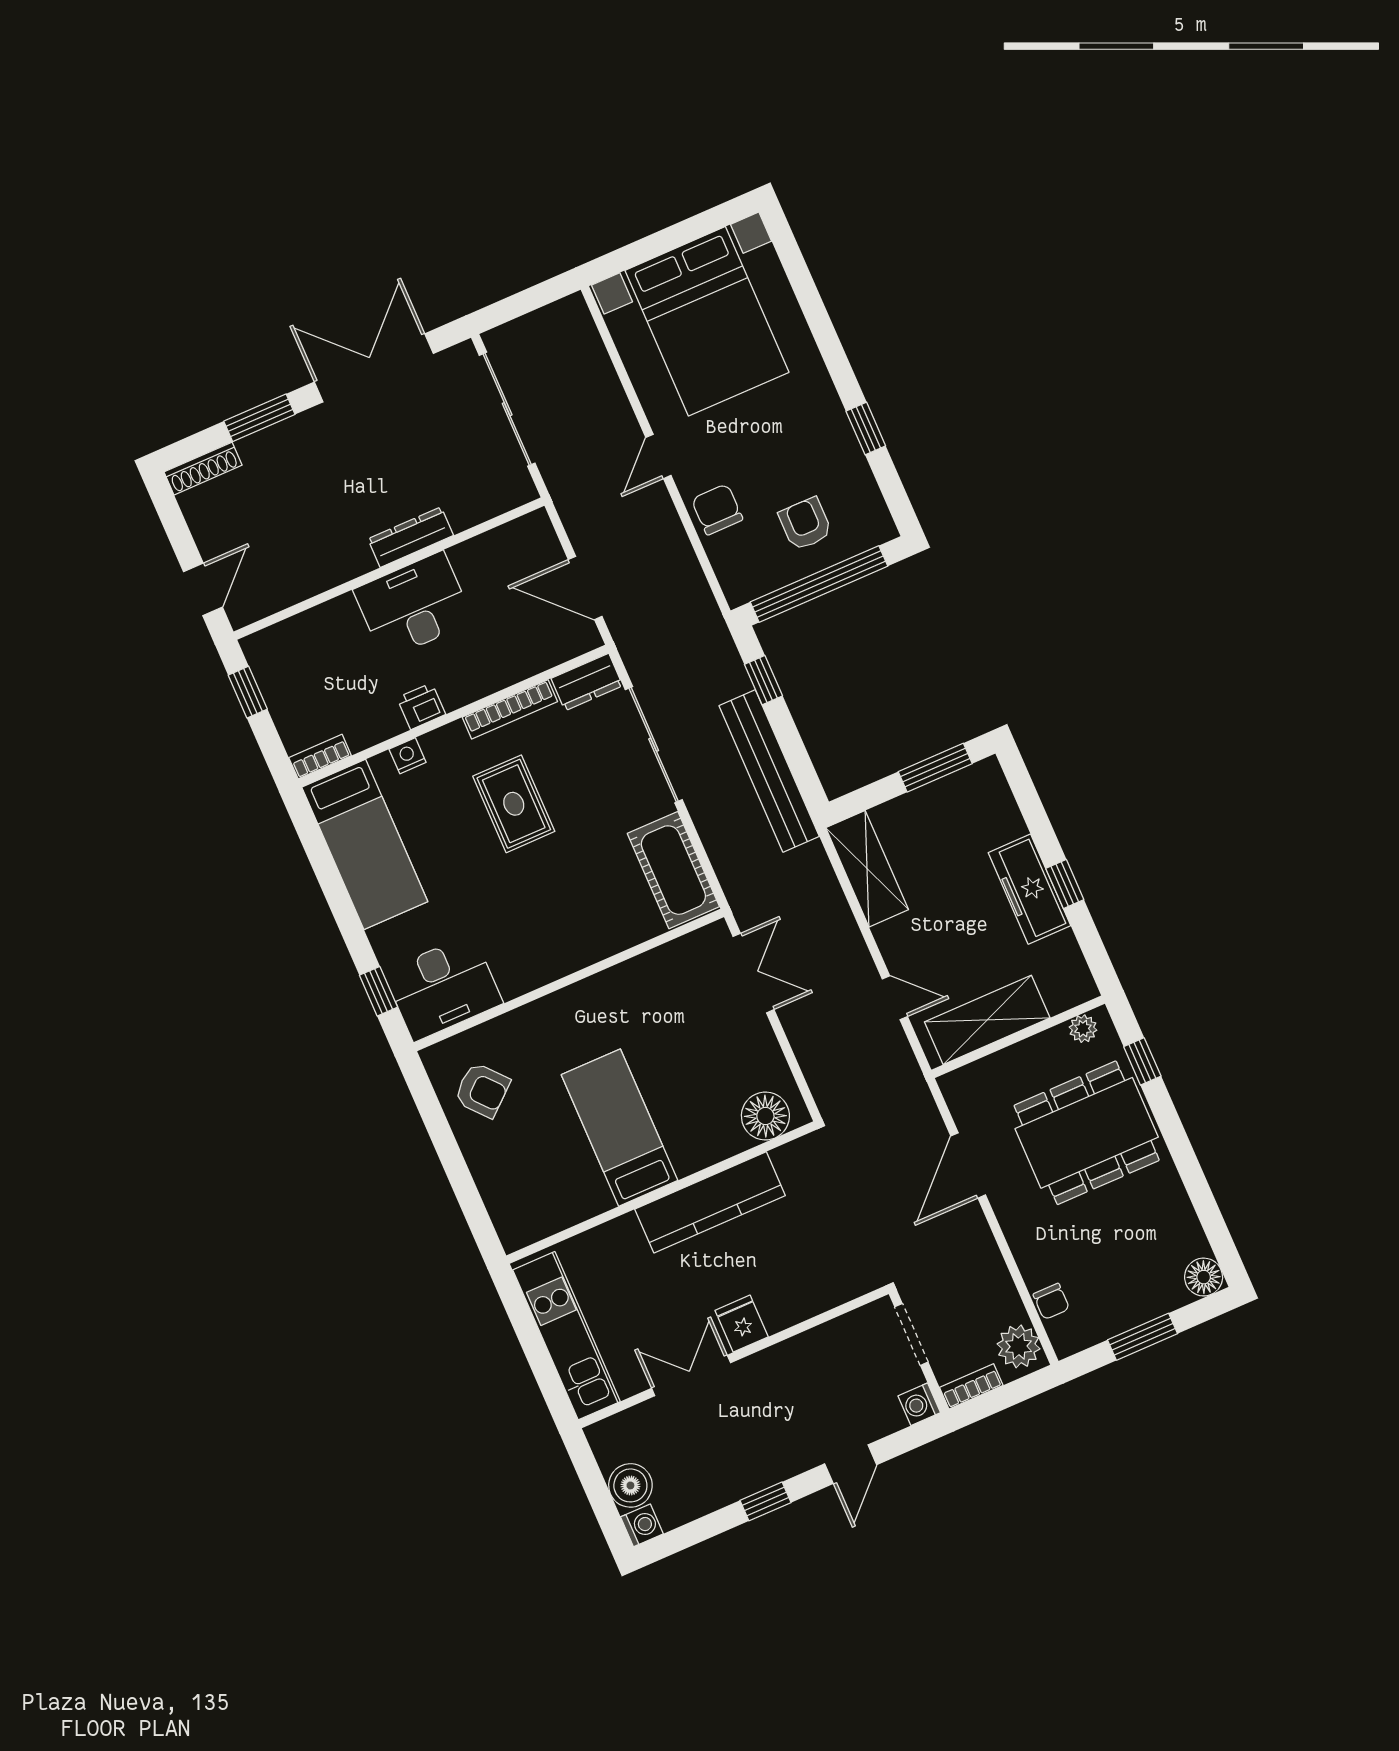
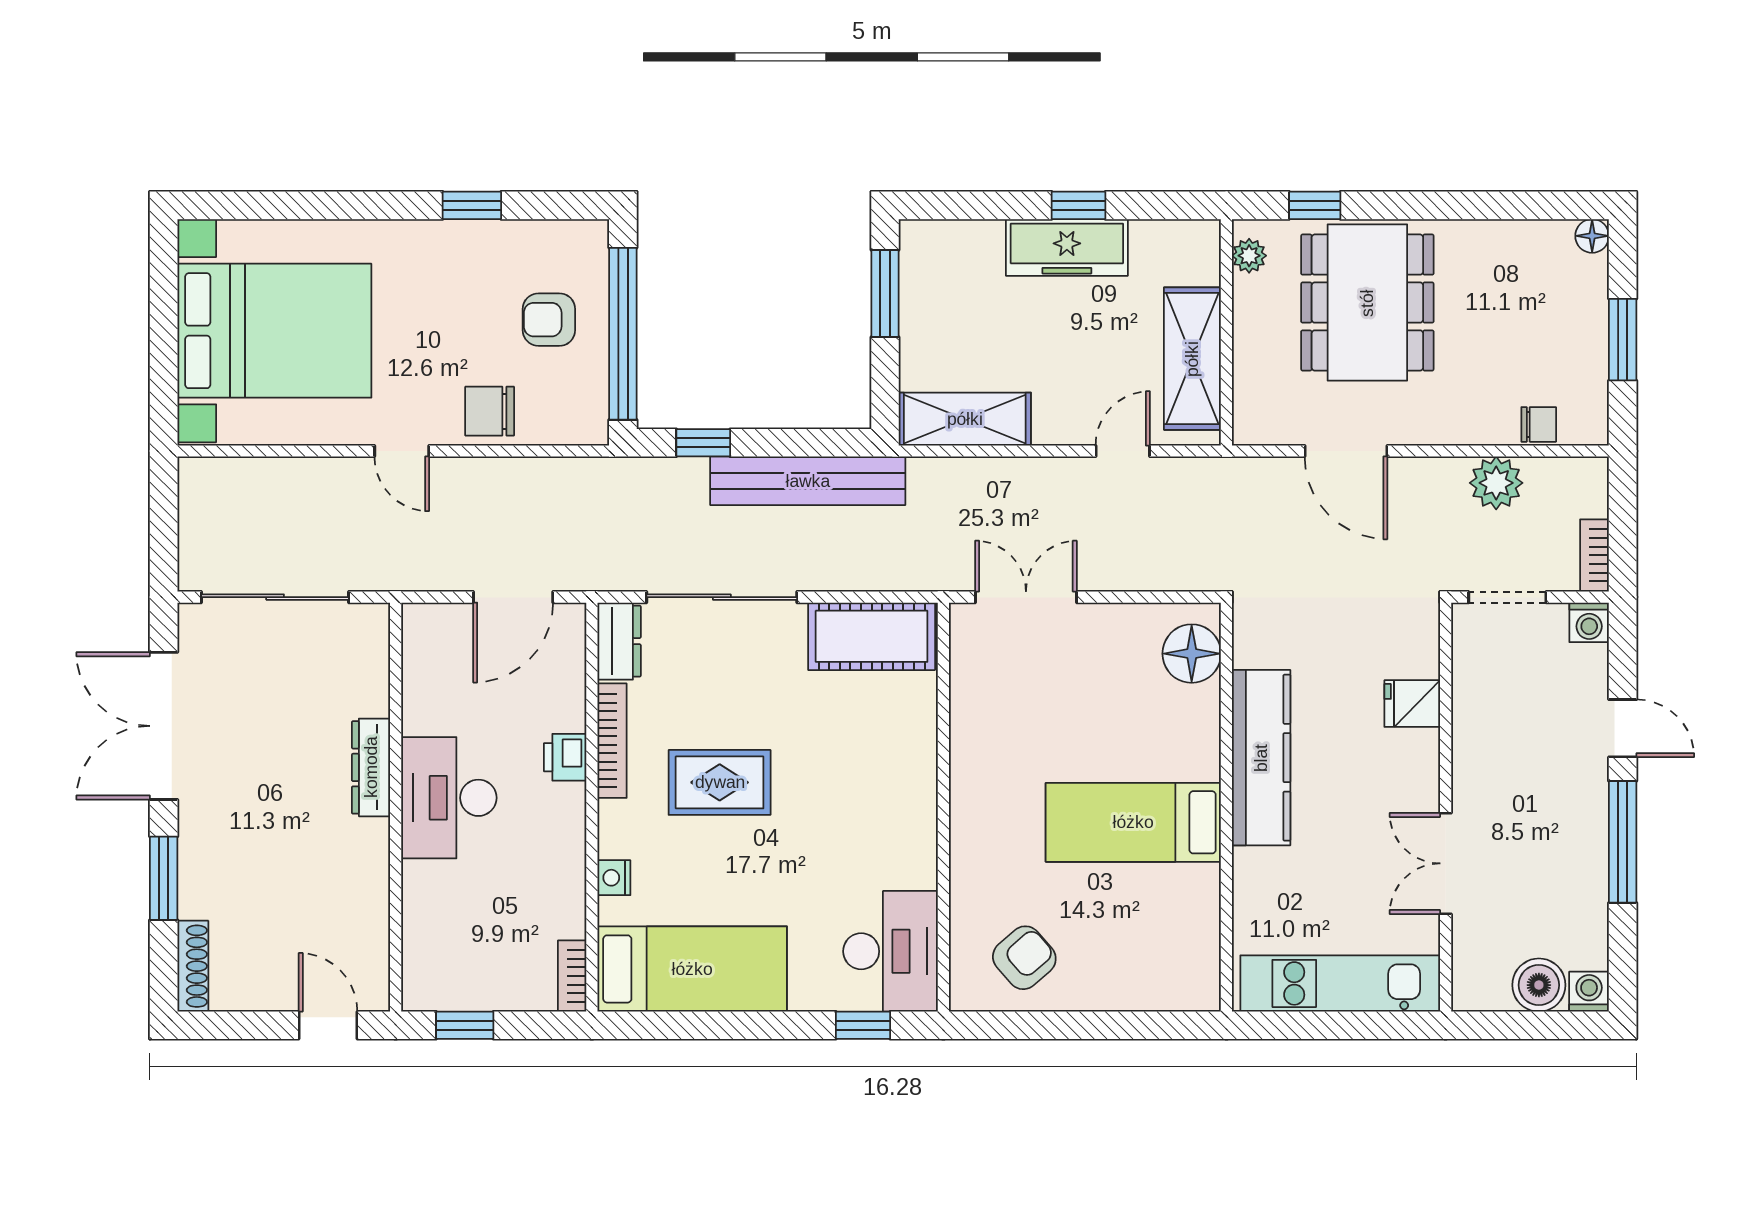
printer: (421, 706) -> (565, 757), moved
floor lamp: (1204, 1277) -> (1592, 236), width x0.73, depth x0.73
fridge: (742, 1324) -> (1412, 704), moved
plant: (1019, 1346) -> (1496, 483), moved
window: (765, 1501) -> (1623, 842), width x2.17

